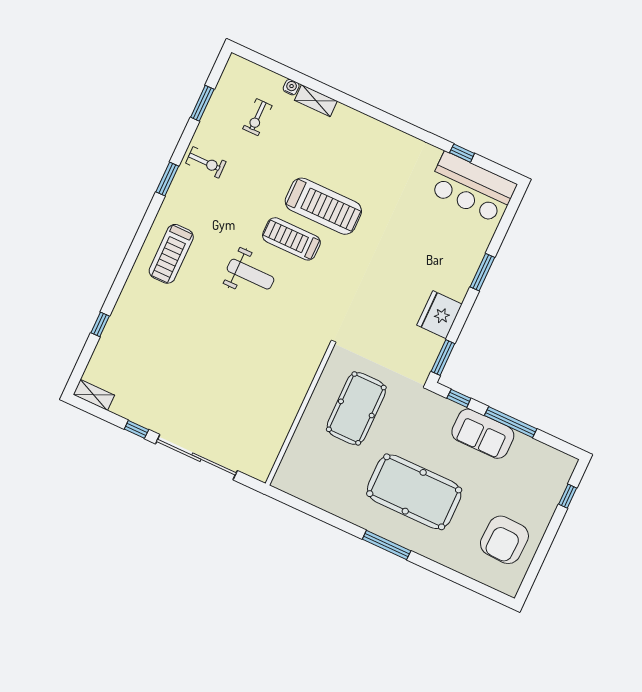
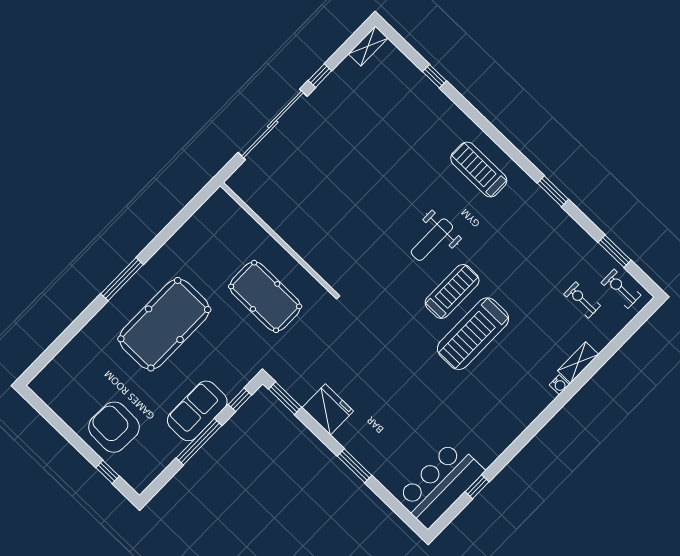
water cooler: (291, 87) -> (559, 385), moved
exercise bike: (206, 162) -> (621, 289), moved, turned 90
armchair: (504, 540) -> (114, 427), moved

